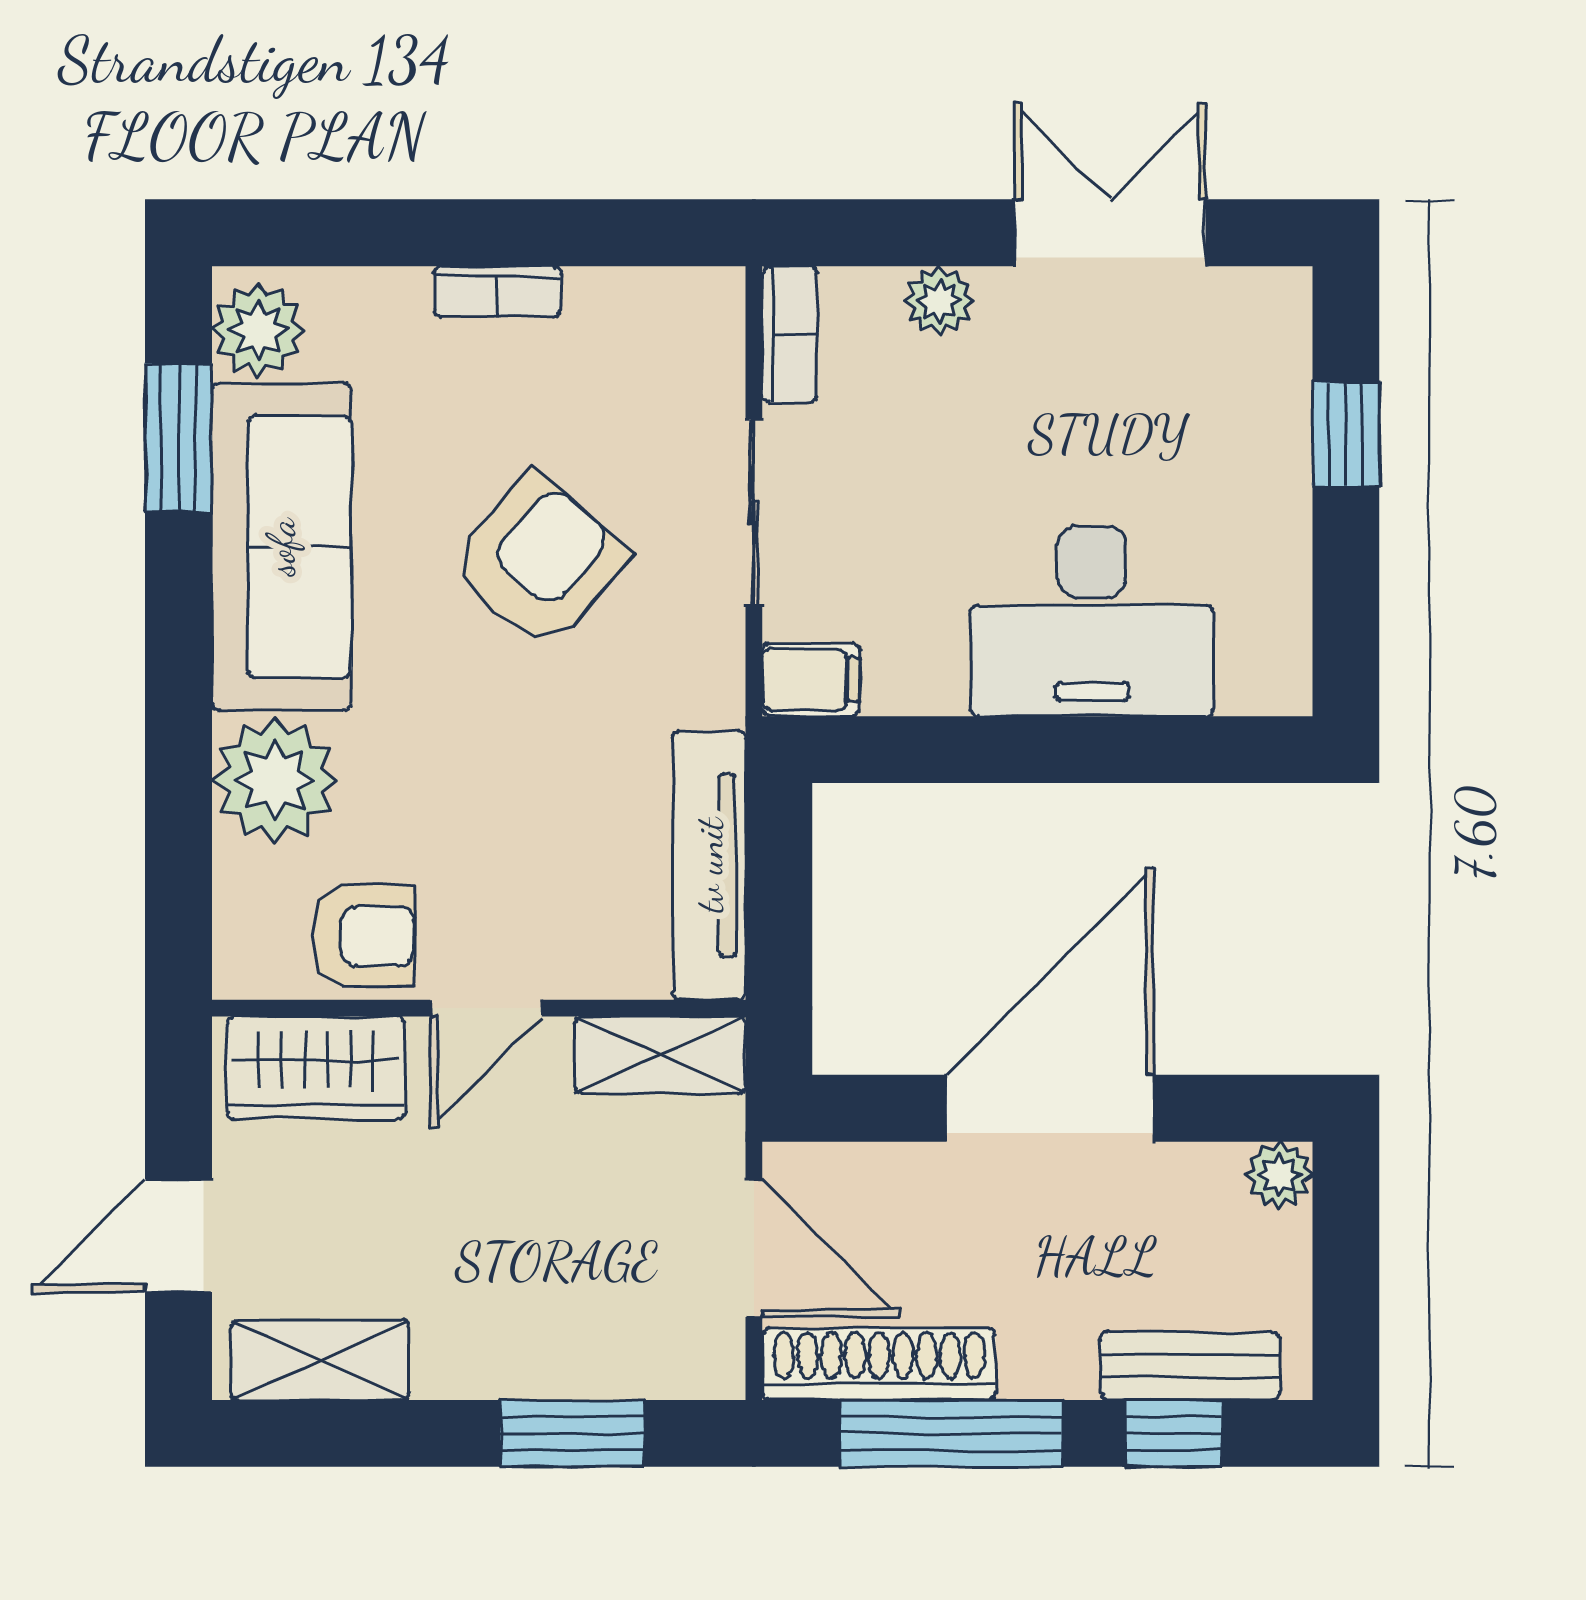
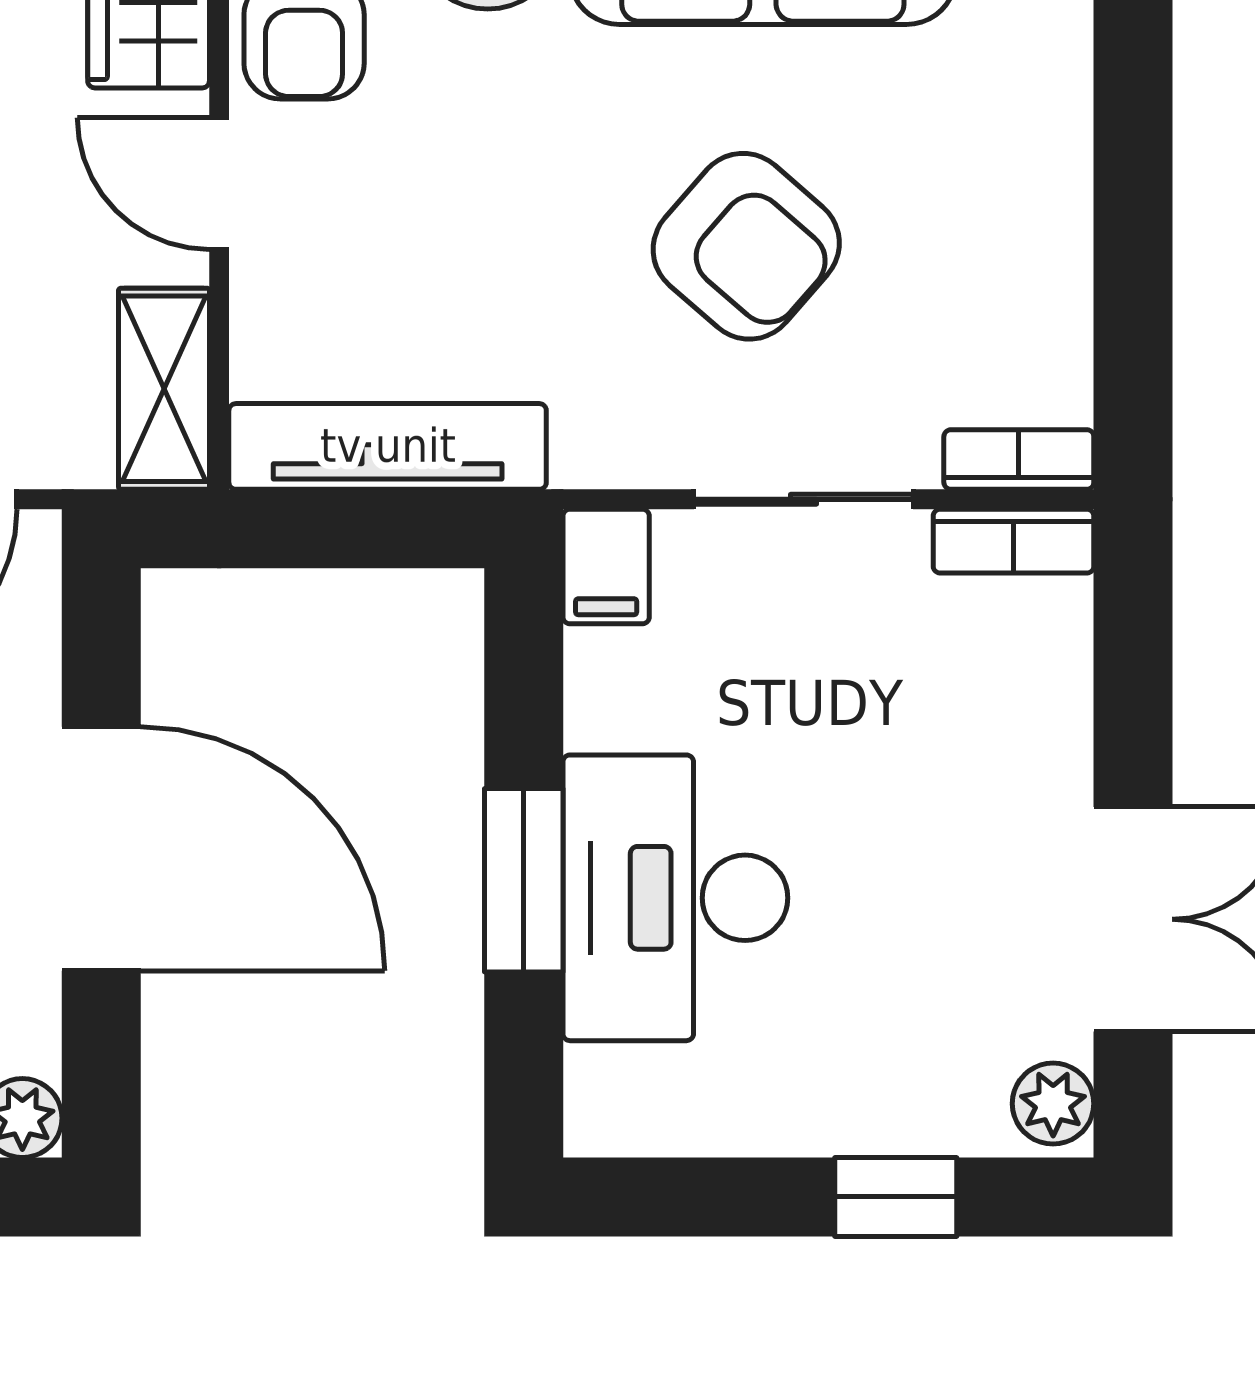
bookcase: (497, 291) -> (1019, 460), moved, turned 90
plant: (939, 301) -> (1053, 1104), moved
window: (1077, 750) -> (524, 880), added

